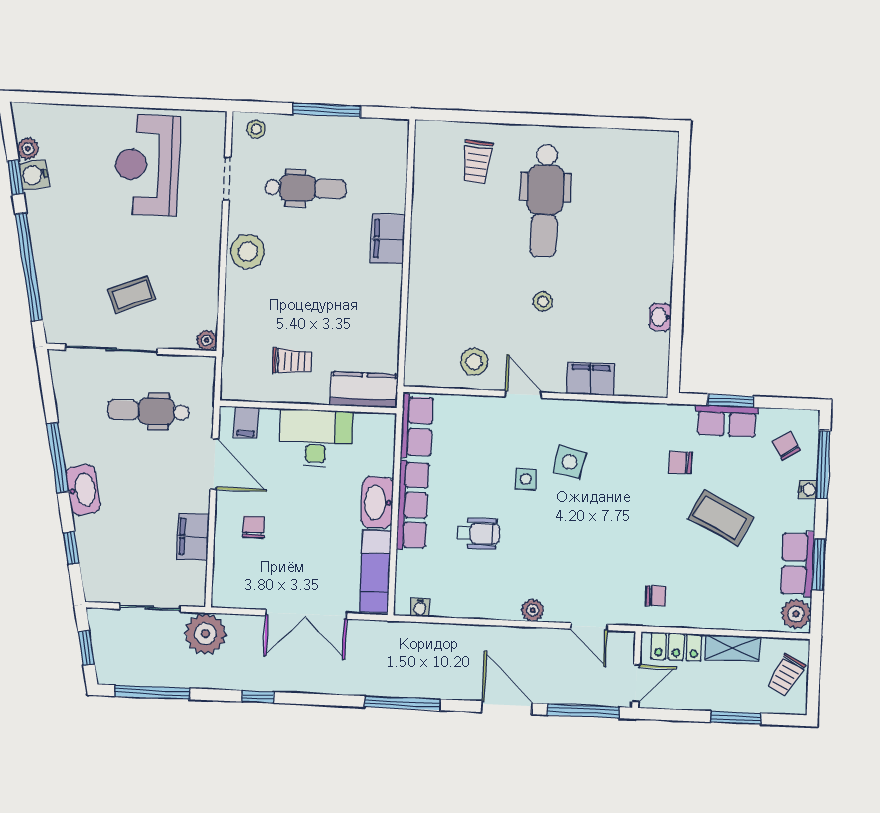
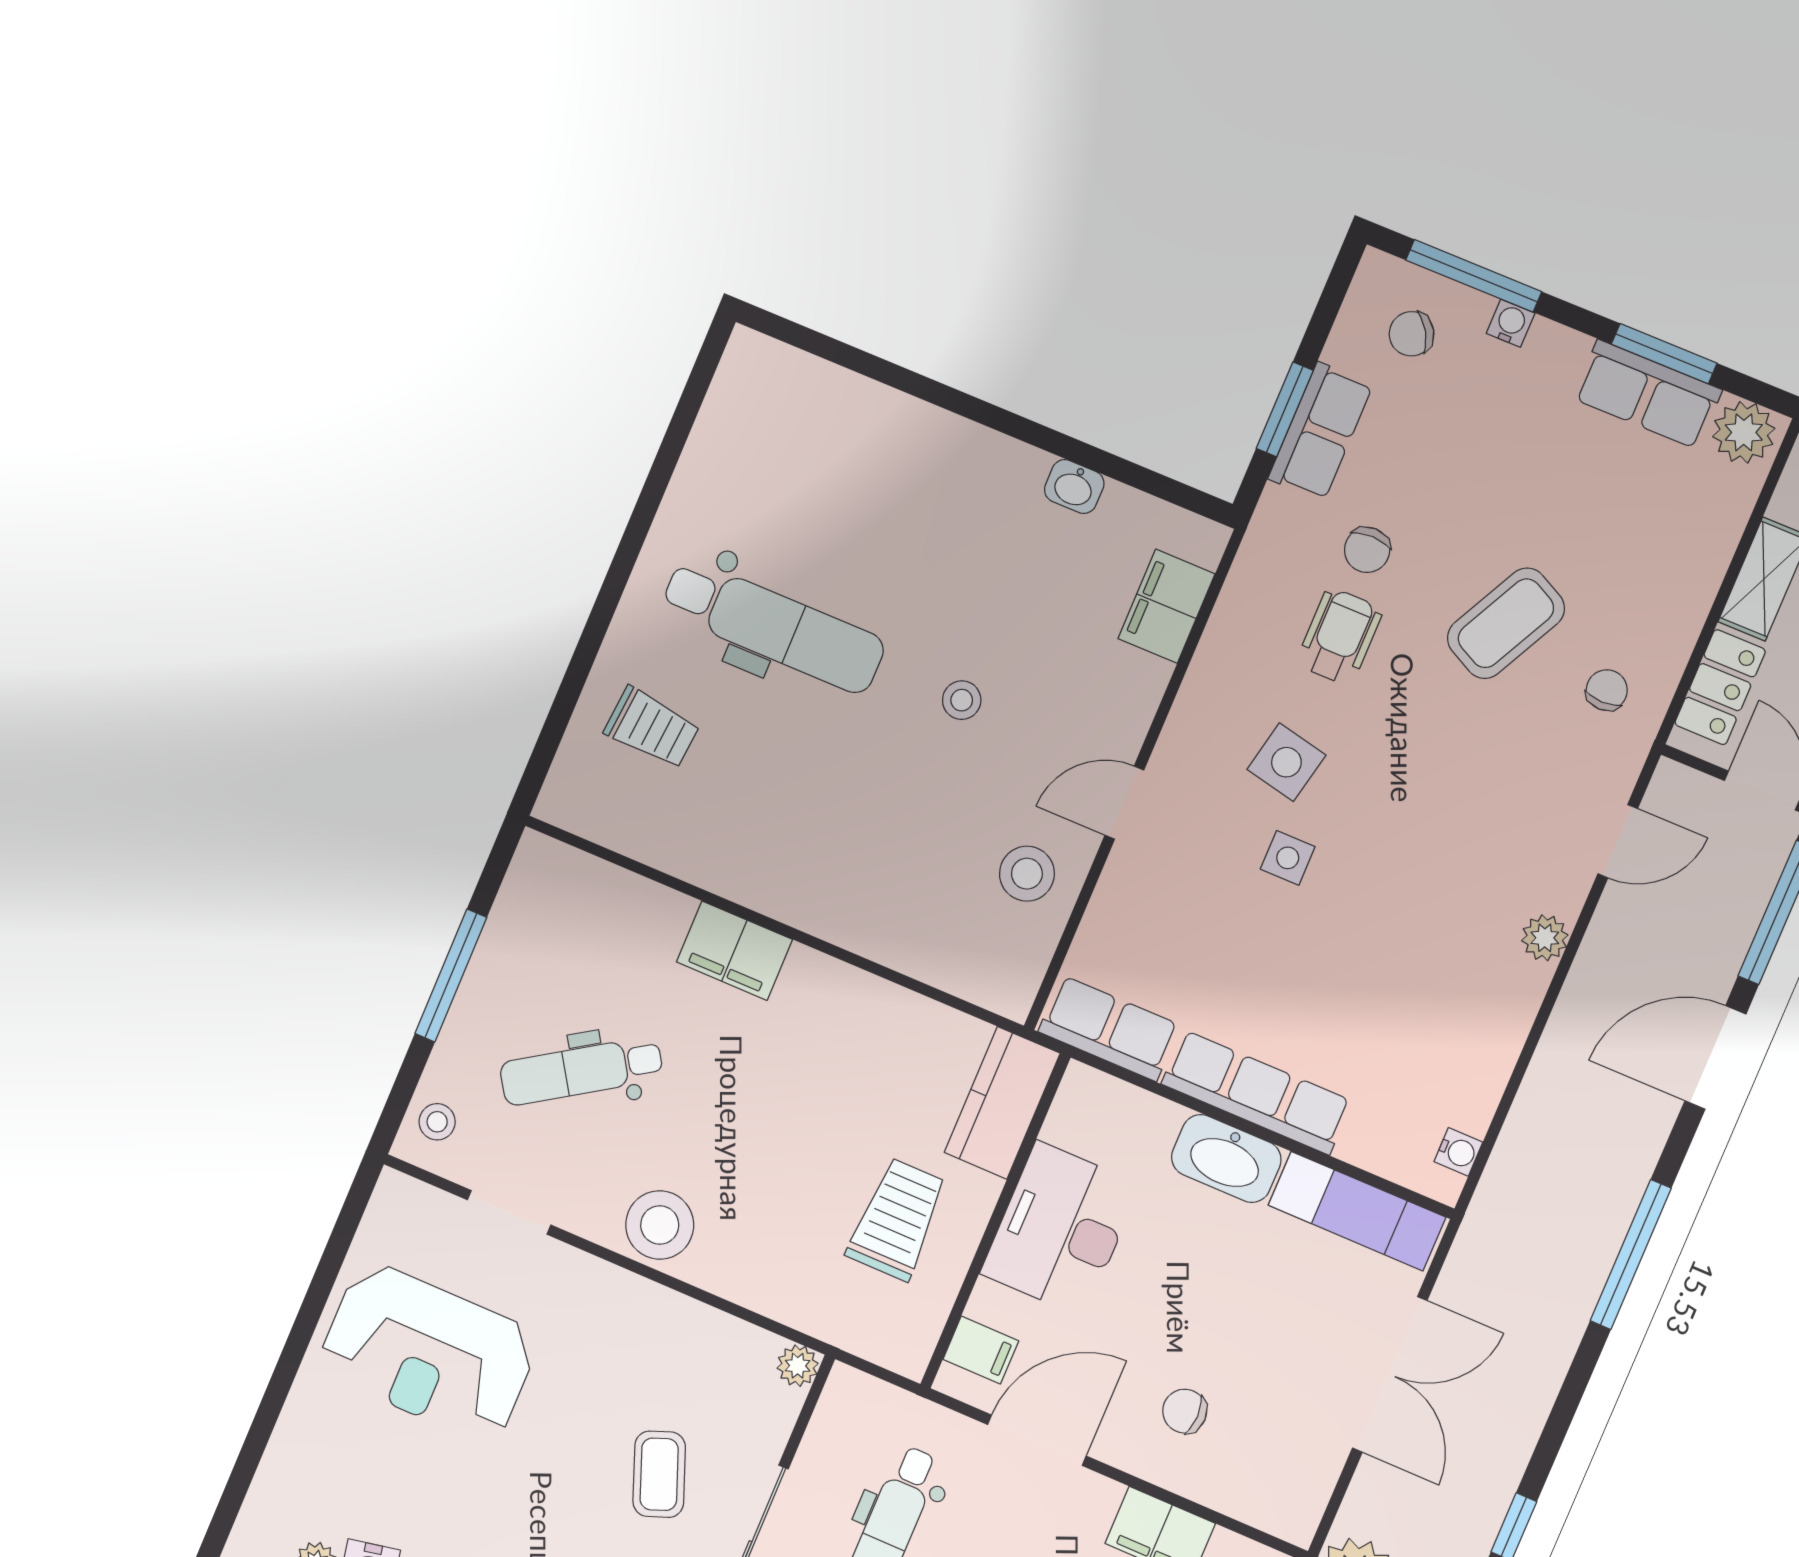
dental chair: (305, 188) -> (581, 1071), turned -122
trolley: (292, 361) -> (897, 1219), width x1.36, depth x1.39
filing cabinet: (591, 379) -> (1166, 606), moved
coffee table: (721, 518) -> (1506, 623), moved
wheelchair: (478, 534) -> (1339, 636), moved

